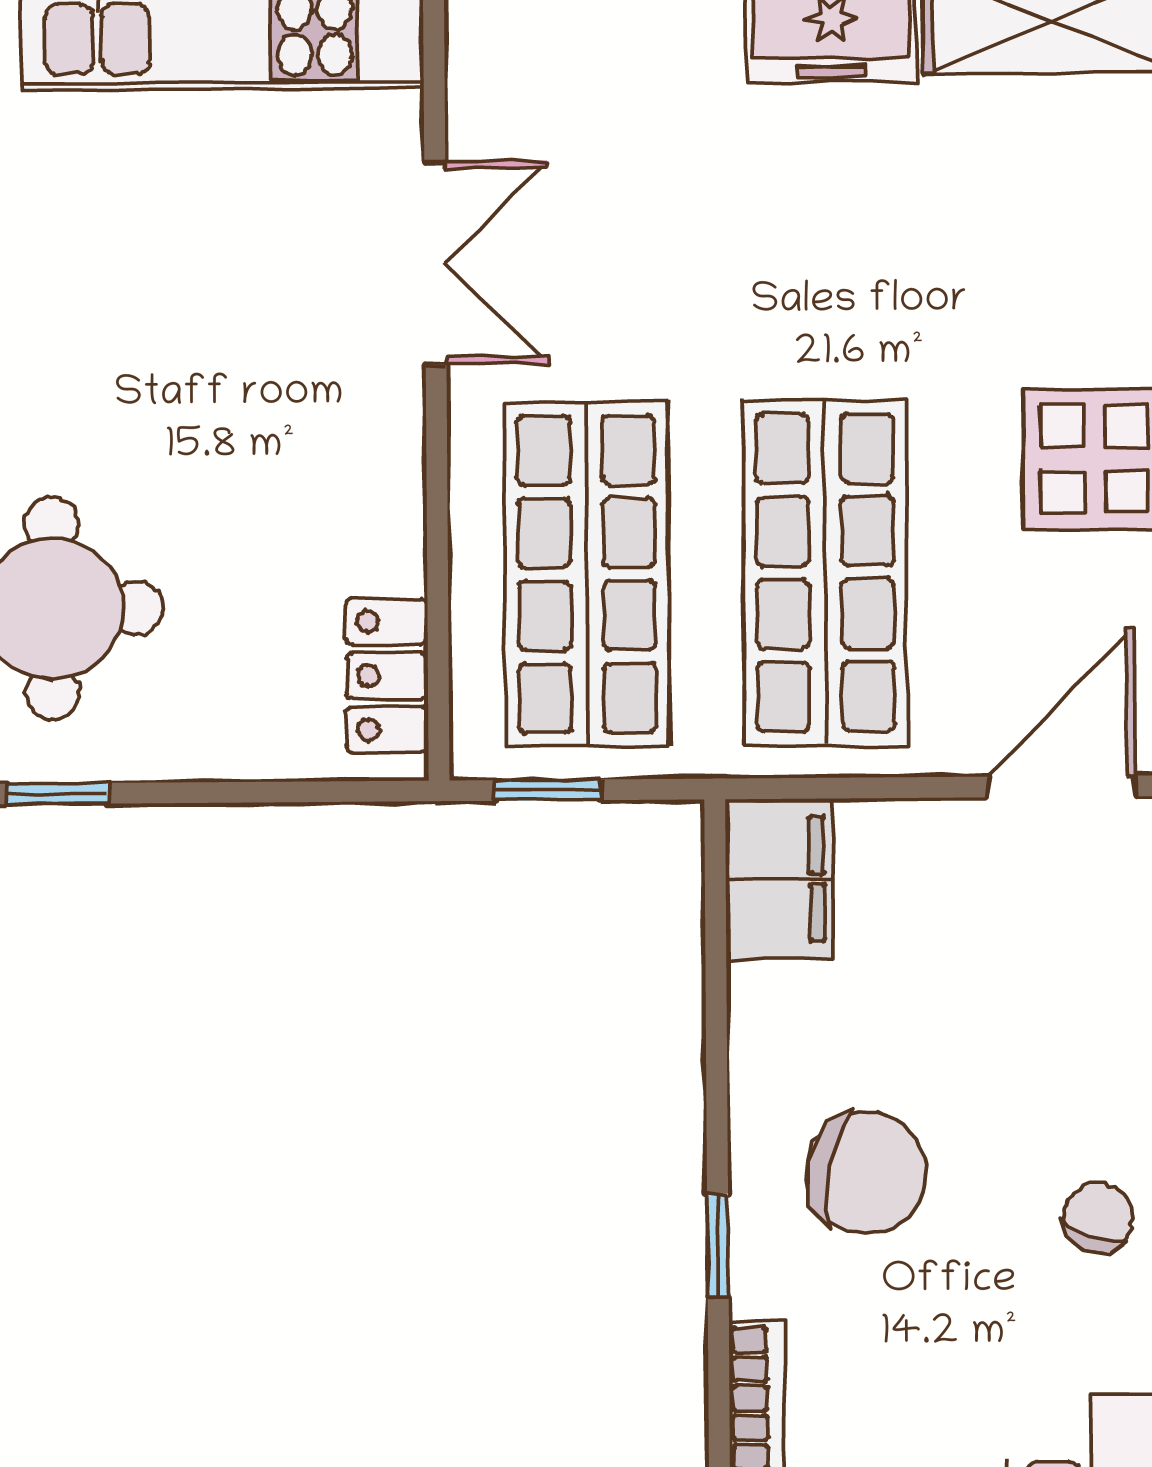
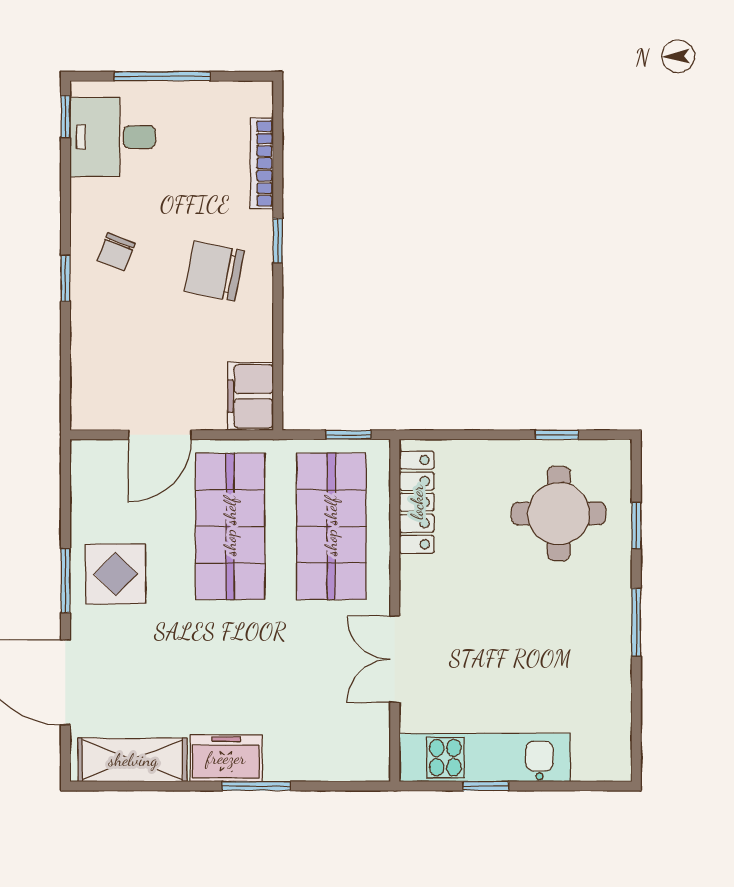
locker: (387, 675) -> (417, 502), width x1.53
door: (1061, 787) -> (160, 435), moved

